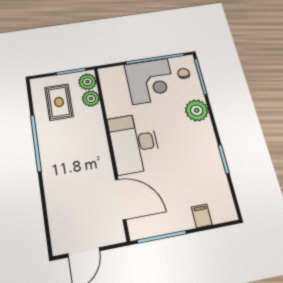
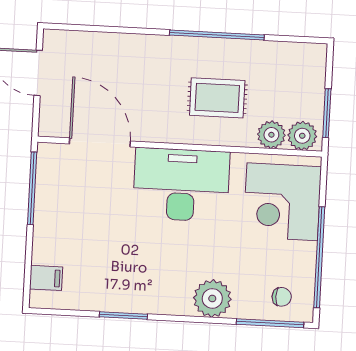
corner desk: (150, 81) -> (282, 202), moved
rug: (59, 102) -> (217, 98), moved
door: (120, 199) -> (100, 142), swing flipped
filing cabinet: (202, 216) -> (46, 278), moved

